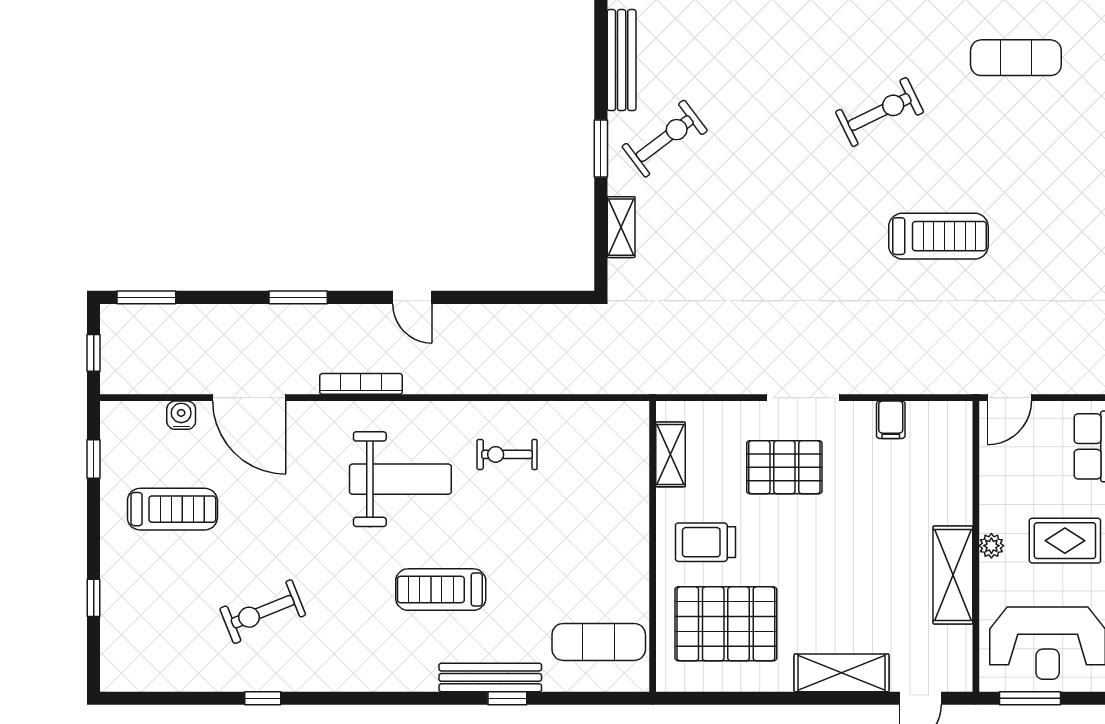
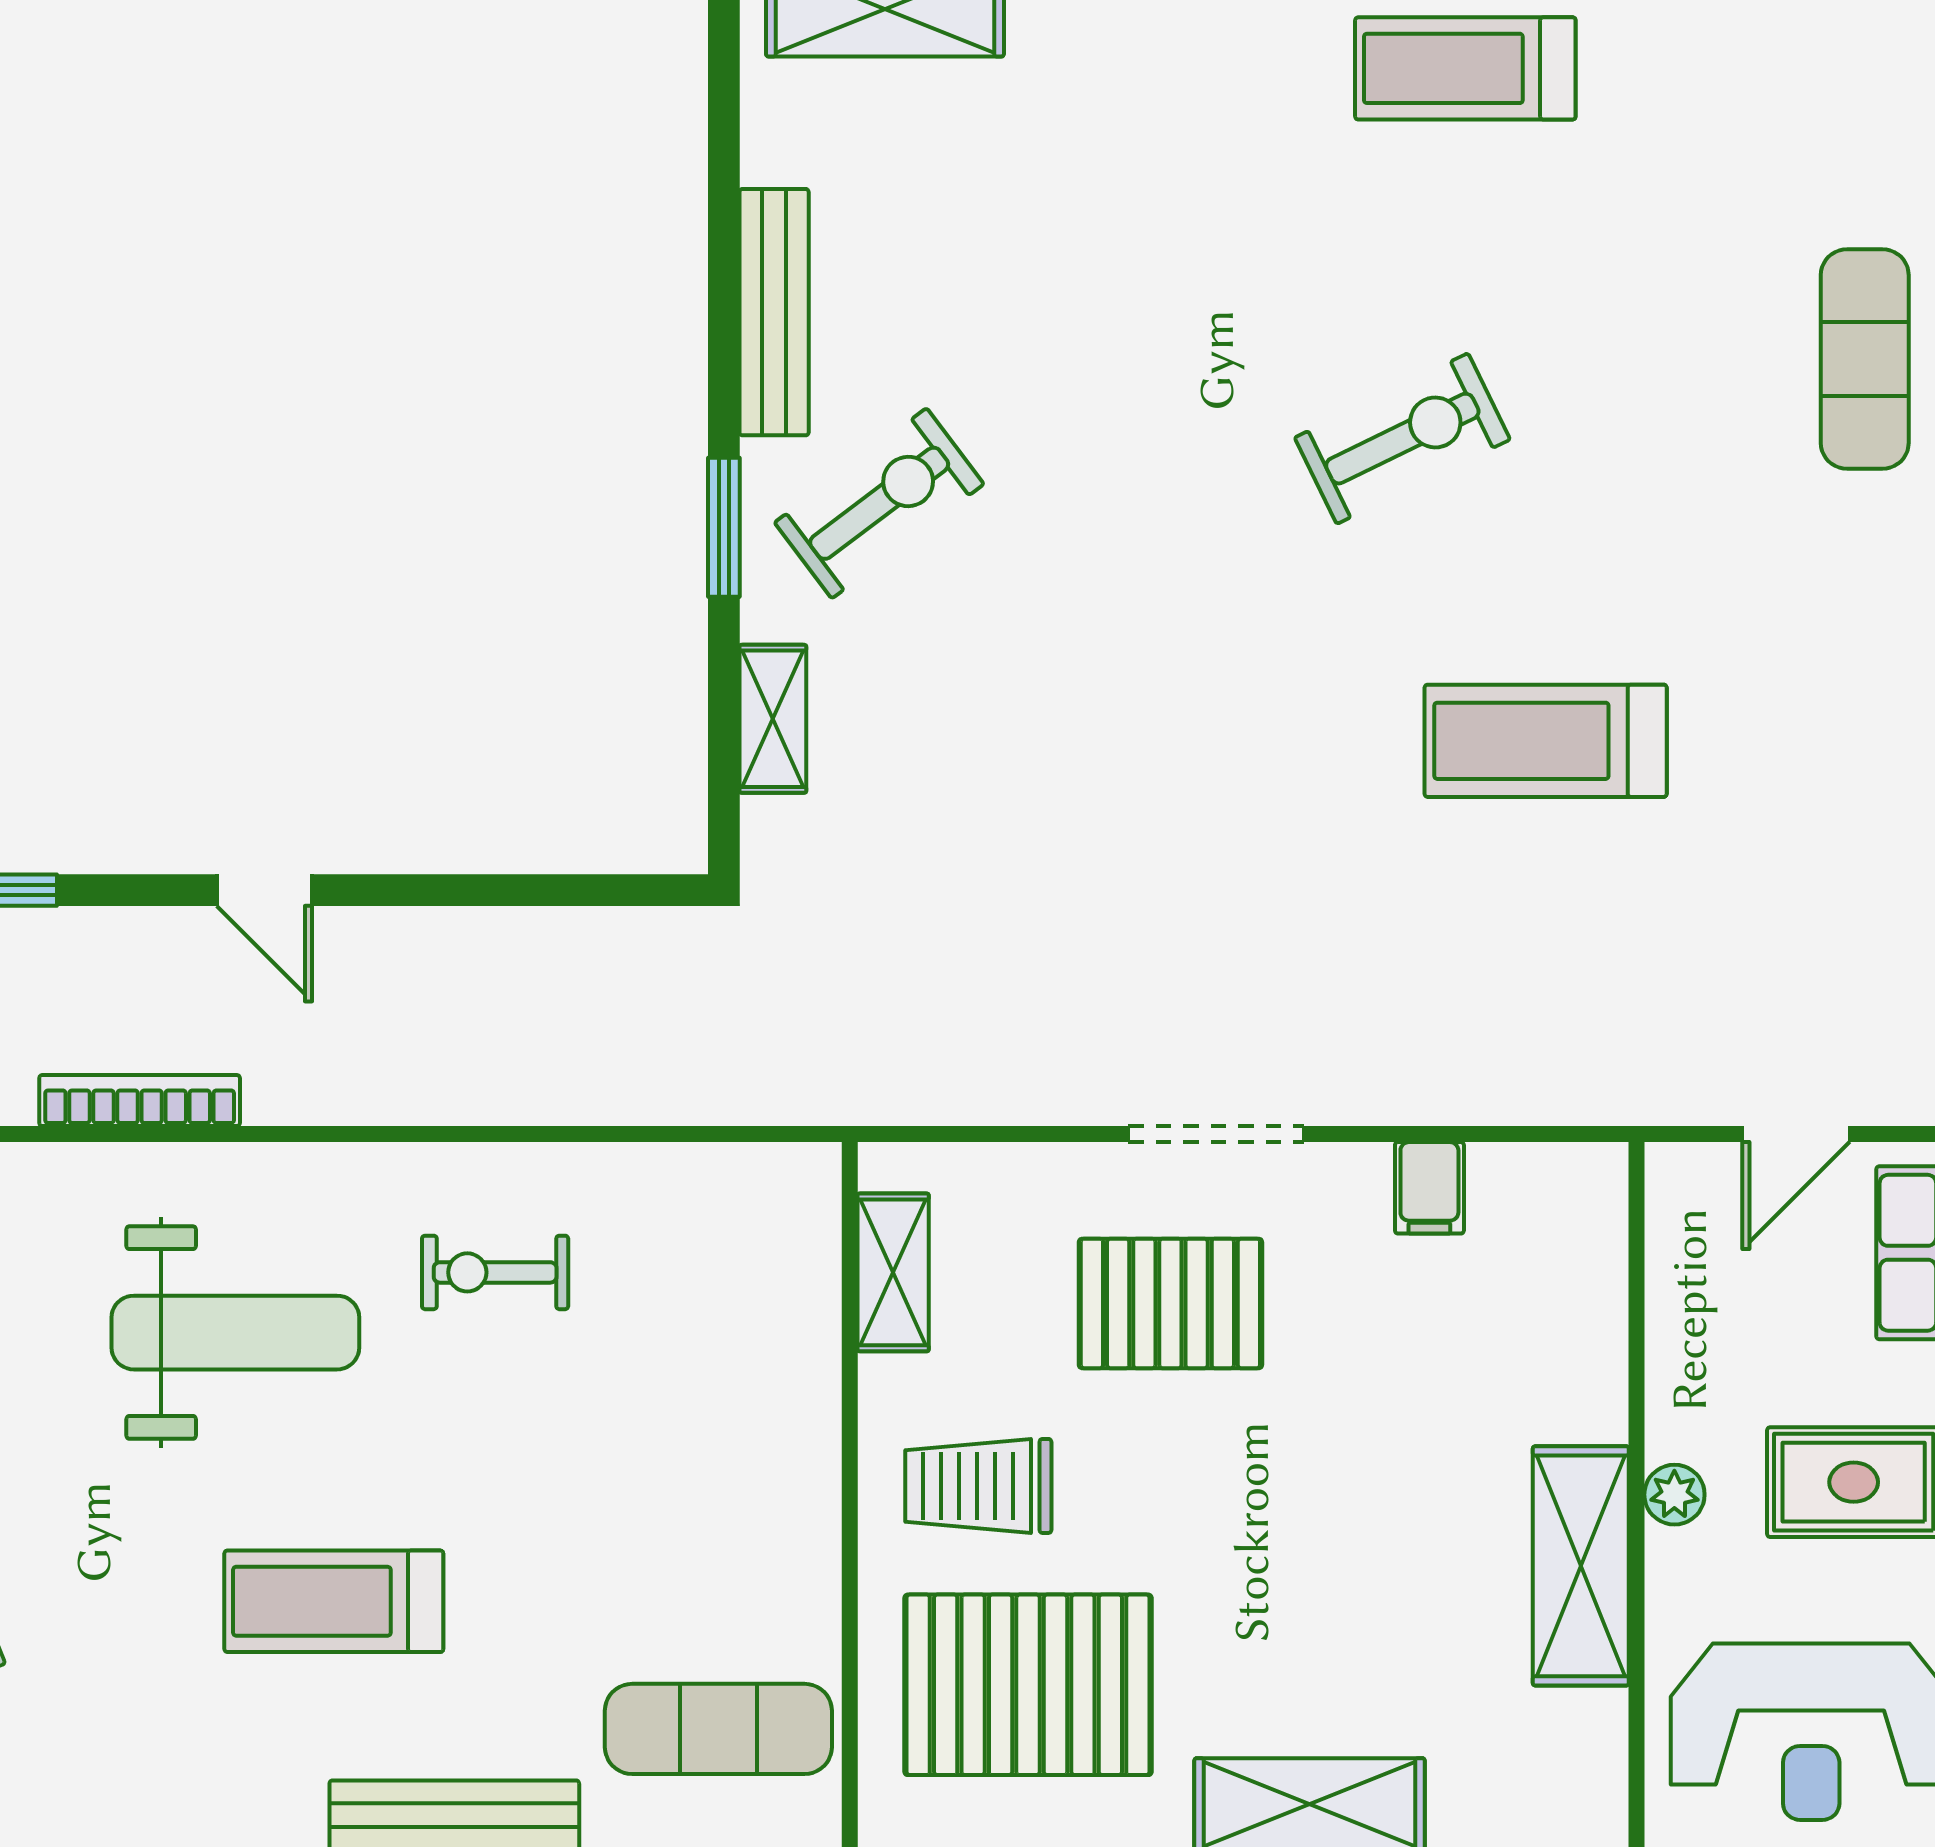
exercise mat: (1016, 58) -> (1865, 359), moved, turned 90
treadmill: (938, 236) -> (1546, 741), turned 180
door: (1009, 398) -> (1796, 1134), moved

